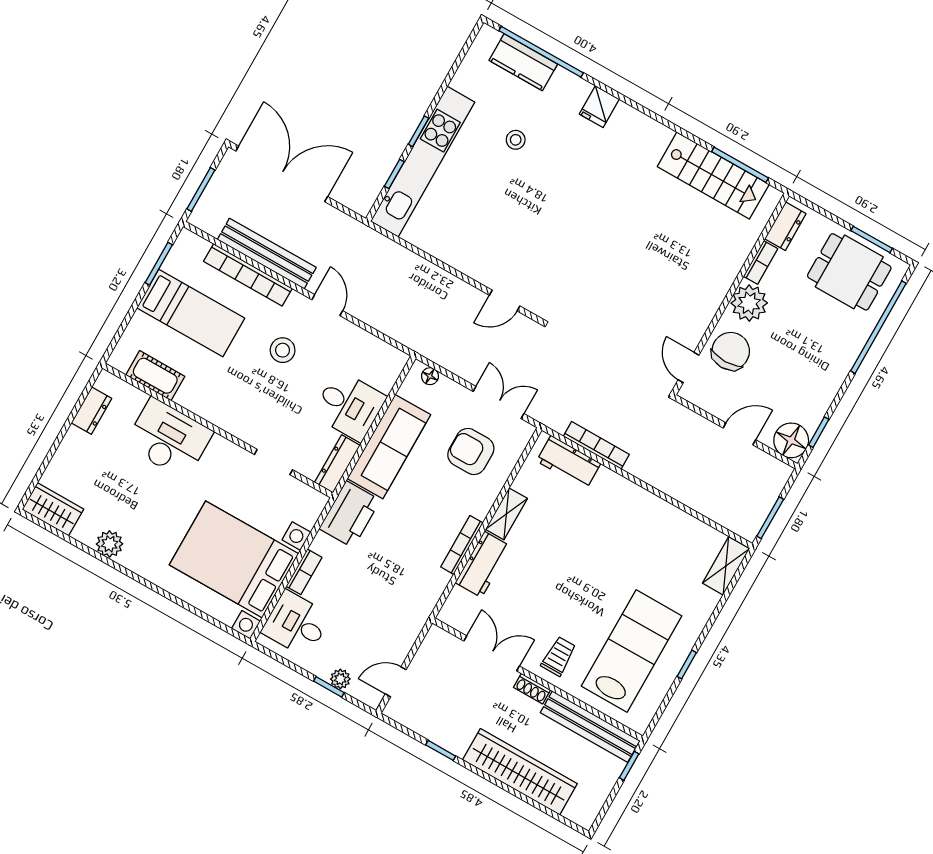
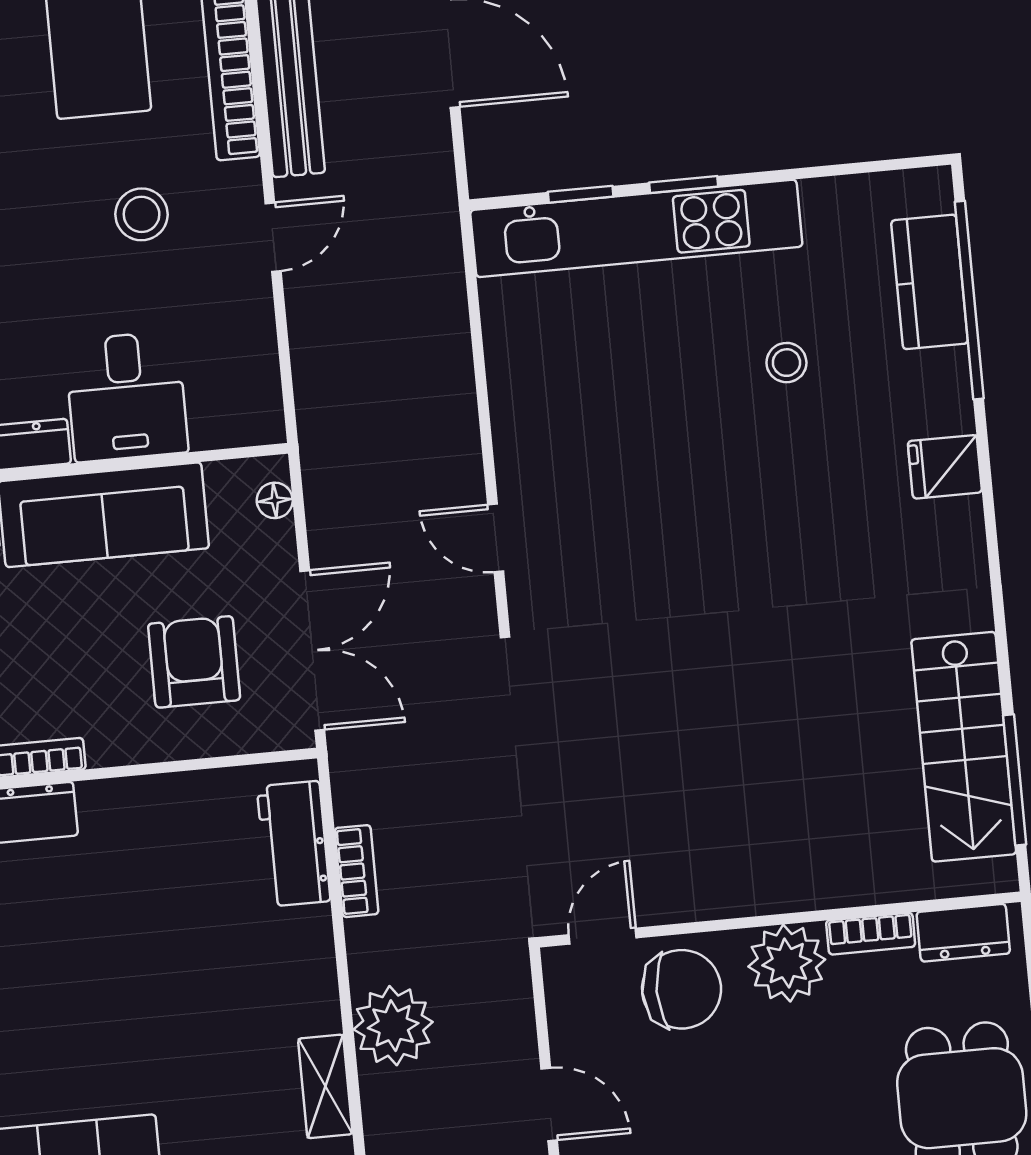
double door: (499, 402) -> (312, 650), width x1.37
bookcase: (596, 445) -> (357, 871), width x0.64
plant: (666, 473) -> (393, 1026), added
shelving: (506, 514) -> (325, 1086), moved, turned 90

